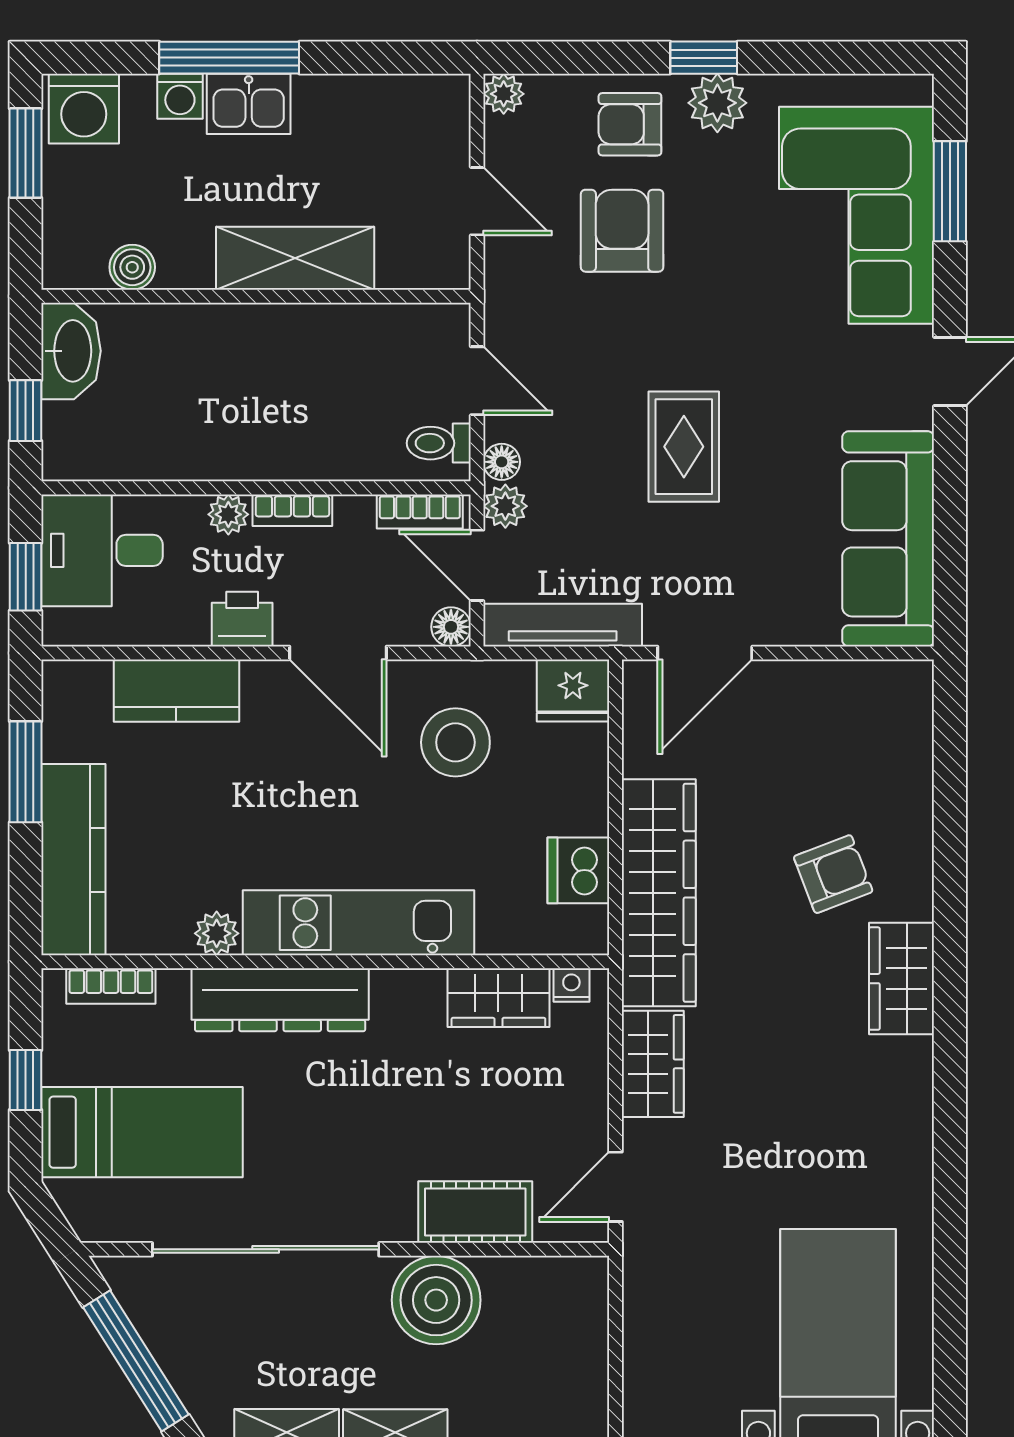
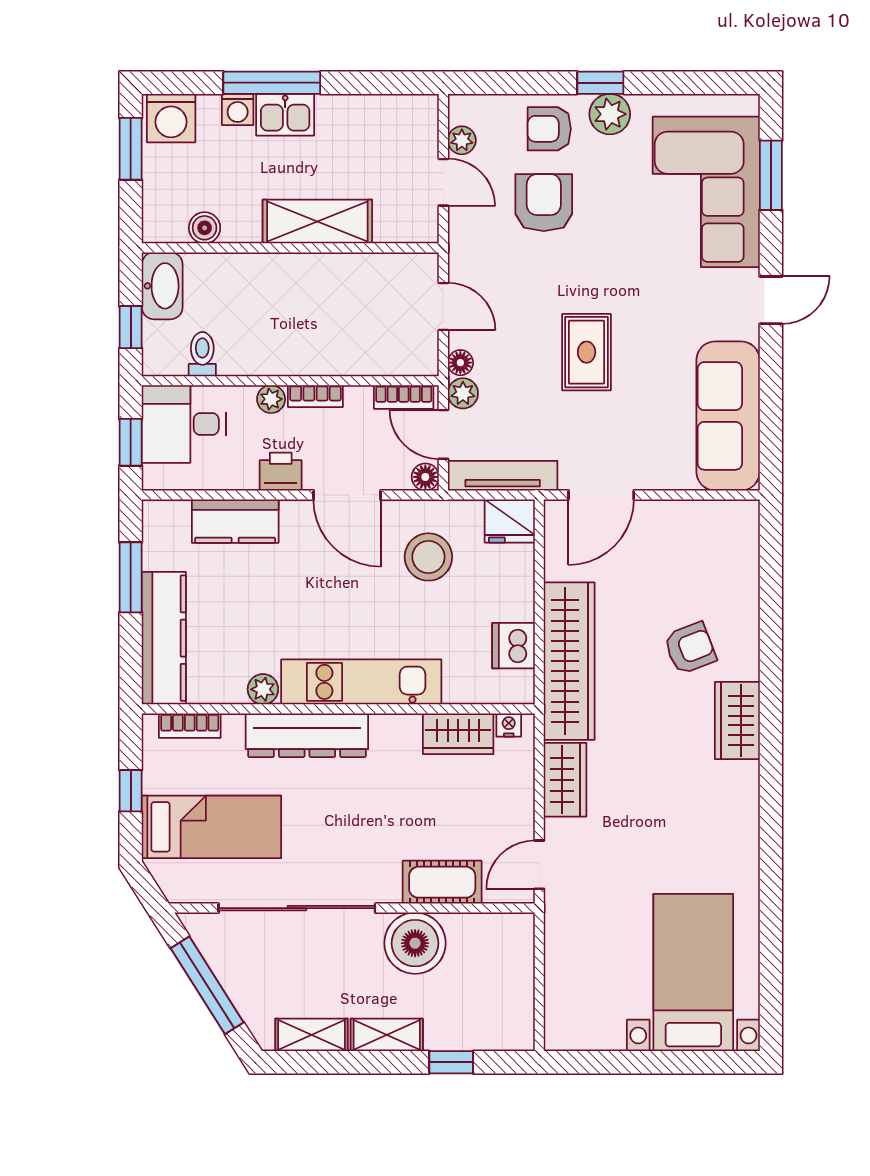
plant: (504, 94) -> (462, 140), moved
toilet: (439, 443) -> (202, 354), moved, turned 90

